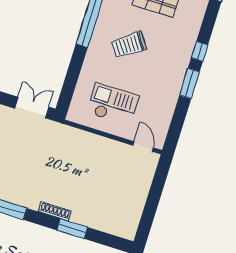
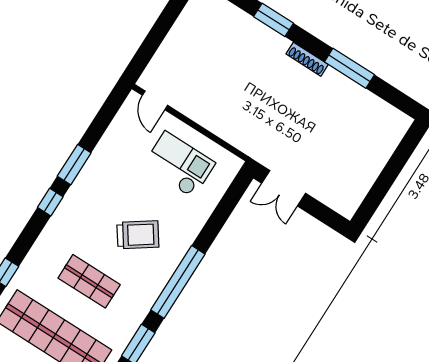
checkout: (113, 104) -> (179, 164), turned 180
shoe rack: (55, 211) -> (307, 59), moved

